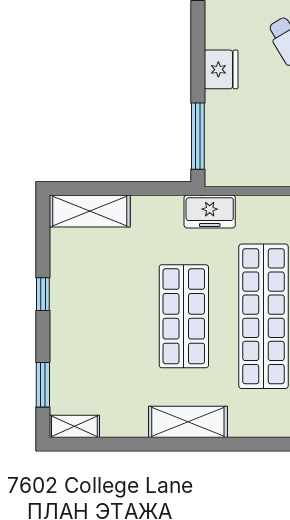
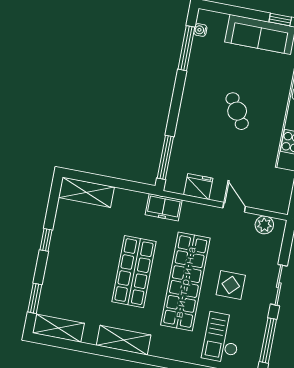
fridge: (221, 69) -> (198, 187), moved, turned -90
shelving: (74, 426) -> (58, 328), width x1.50, depth x1.33

